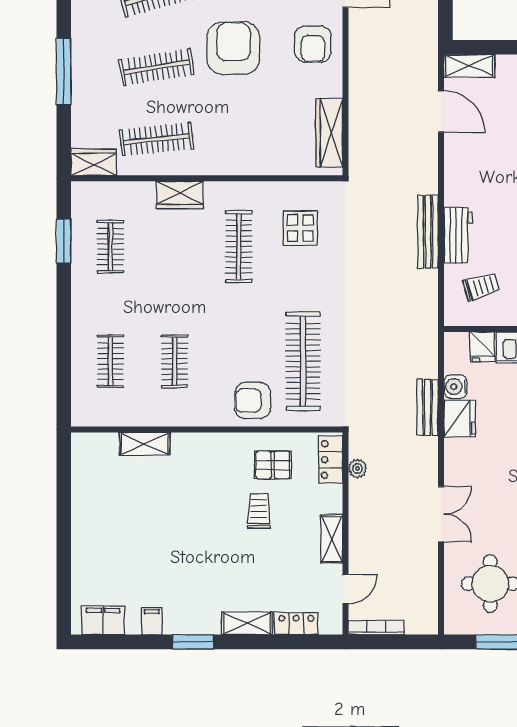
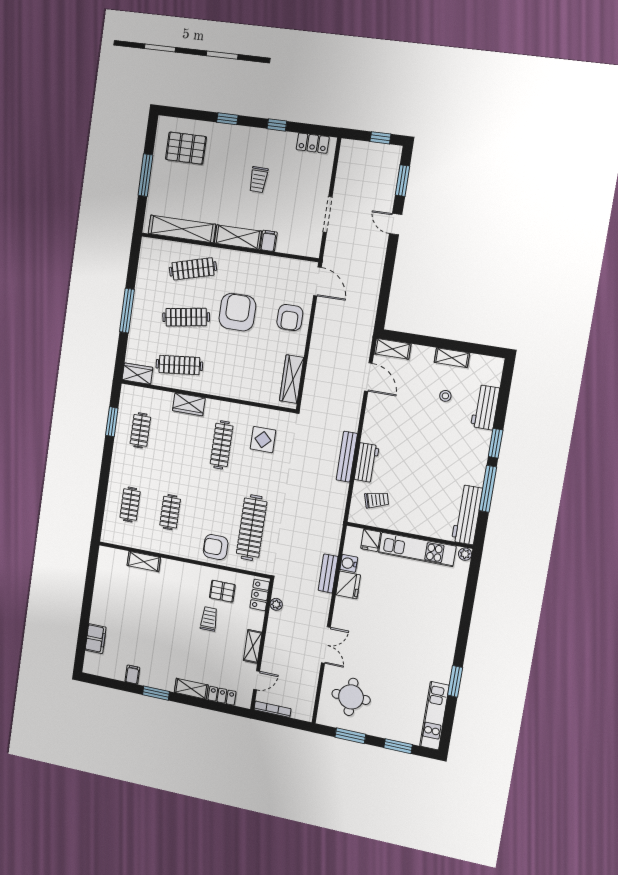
filing cabinet: (103, 620) -> (96, 639), moved, turned 90

